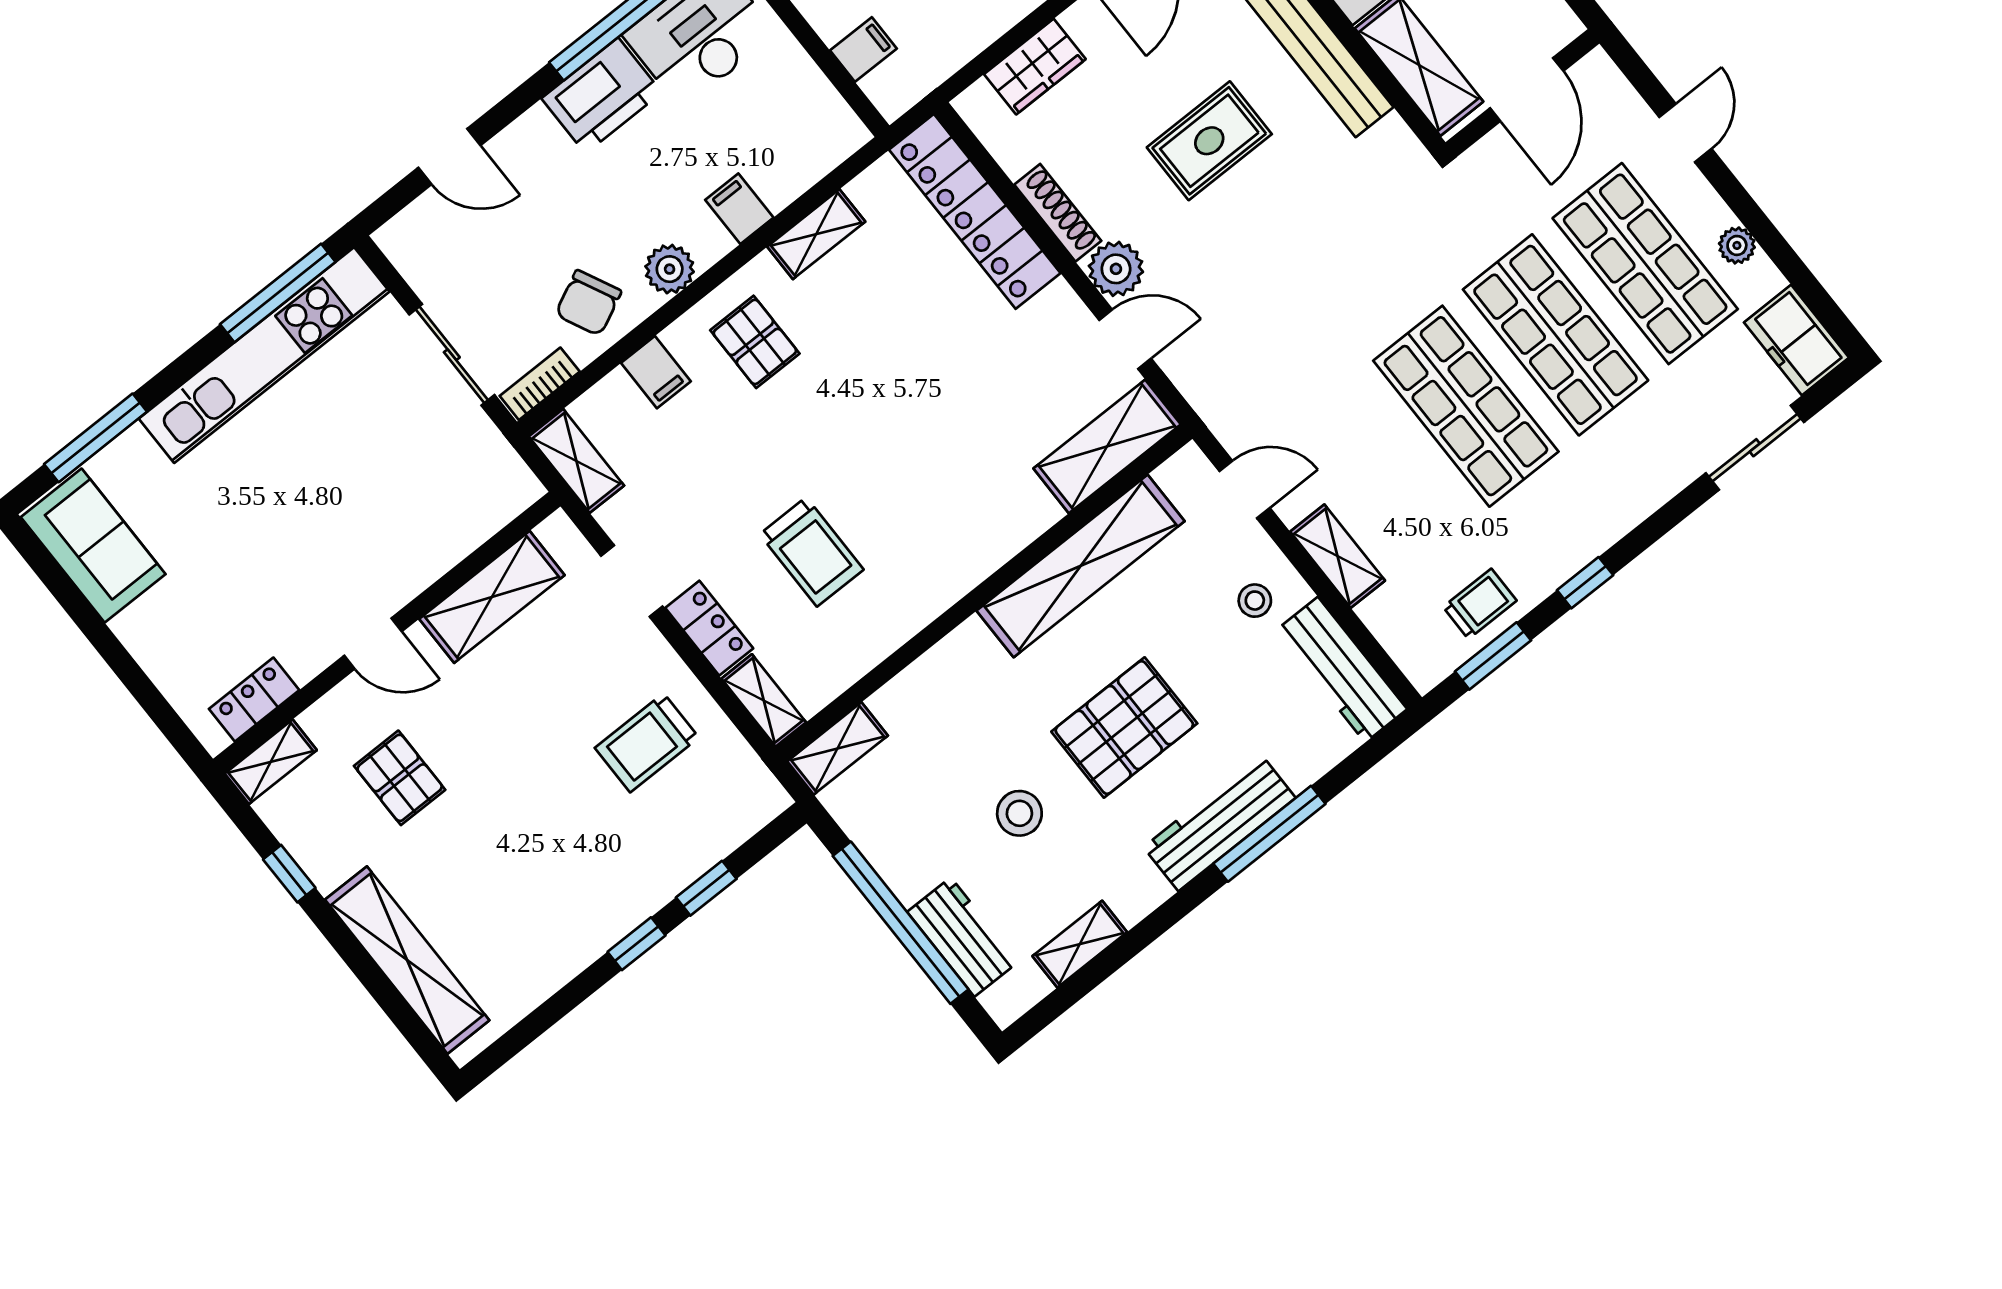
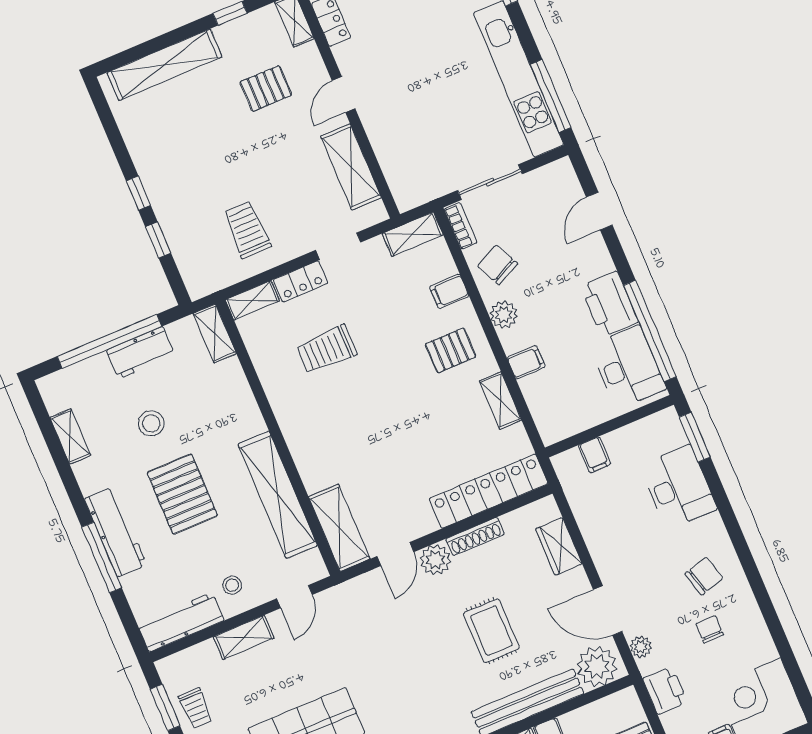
workbench: (963, 937) -> (141, 353), moved

